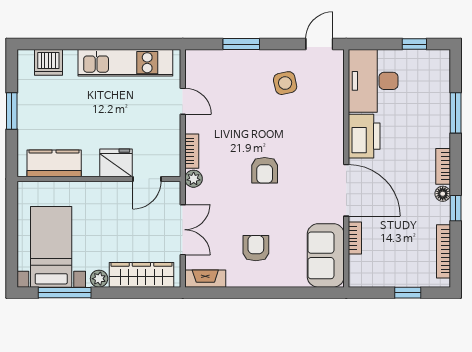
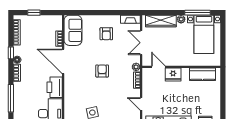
window: (12, 111) -> (223, 99), removed
window: (456, 113) -> (11, 98), width x1.44
door: (147, 179) -> (158, 67), hinge flipped

